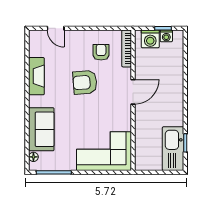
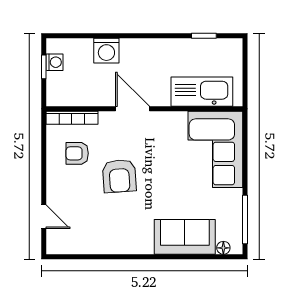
door: (56, 28) -> (44, 217), hinge flipped
washing machine: (150, 39) -> (106, 51), moved, turned 90
fireplace: (36, 76) -> (111, 244), removed
kitchen sink: (173, 149) -> (202, 92), moved, turned 180

